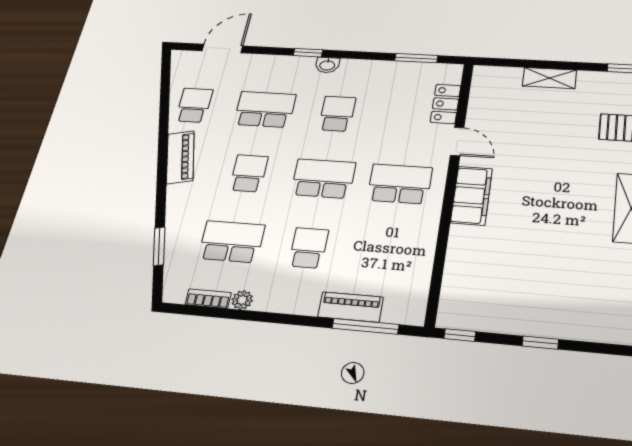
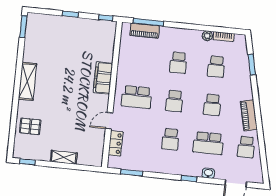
washbasin: (327, 65) -> (208, 173), moved
door: (457, 141) -> (109, 121), hinge flipped
school desk: (323, 179) -> (174, 101), width x0.54
filing cabinet: (471, 196) -> (103, 78), moved
school desk: (232, 242) -> (216, 67), width x0.54
piano: (351, 307) -> (145, 31), moved

